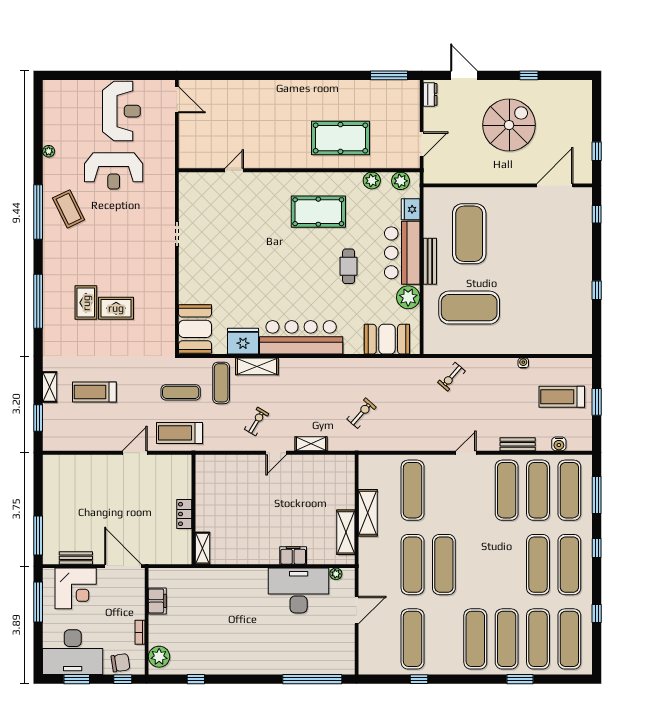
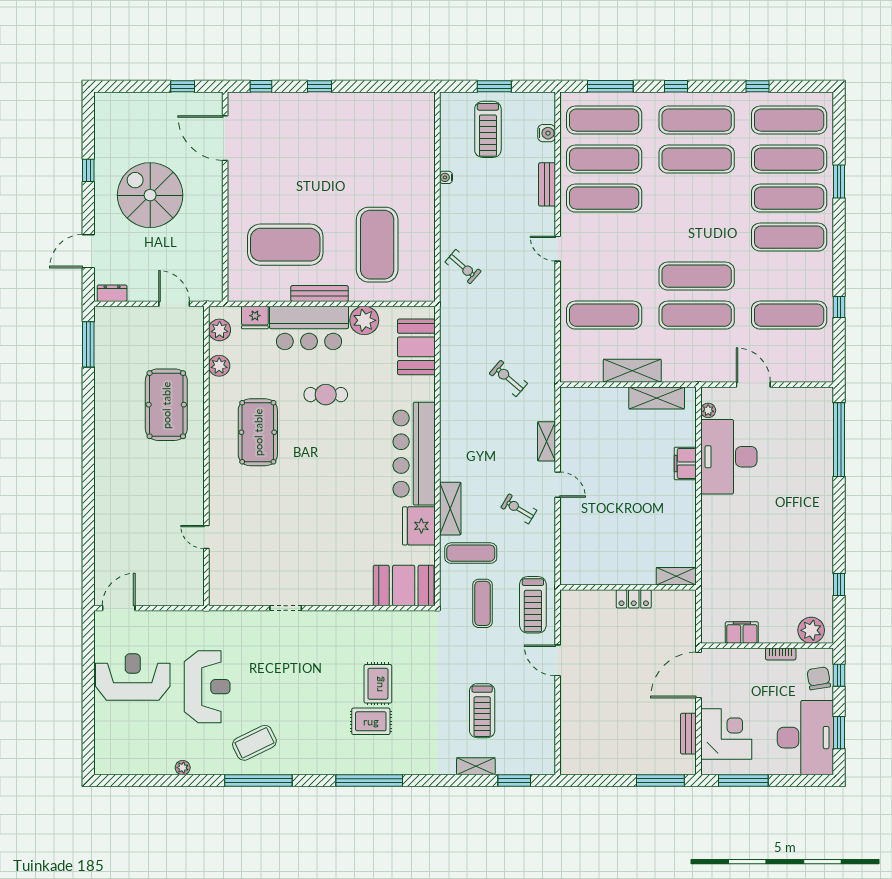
window: (597, 290) -> (320, 86), moved

